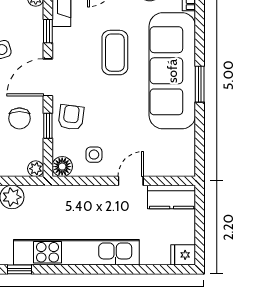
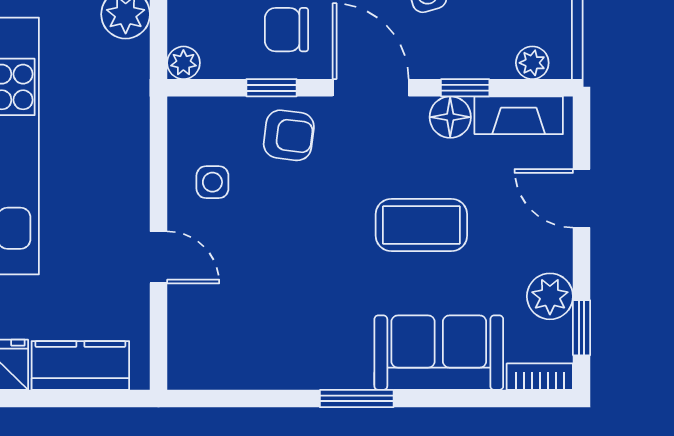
sofa: (172, 71) -> (439, 353), width x0.54, depth x0.79
floor lamp: (62, 167) -> (450, 117), moved
kitchen counter: (172, 197) -> (80, 366), moved, turned 90

